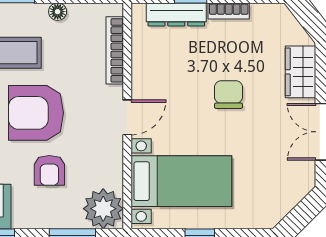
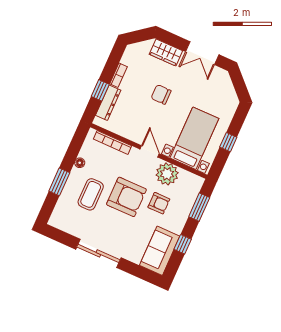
armchair: (36, 113) -> (126, 197), turned -90
plant: (103, 209) -> (167, 174), moved

